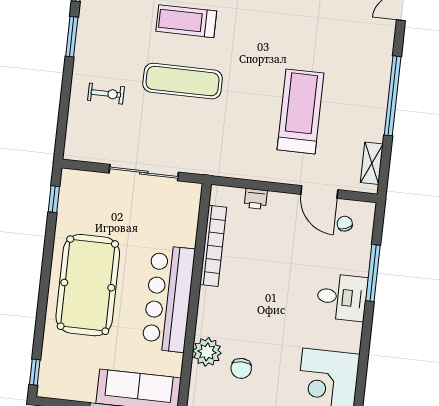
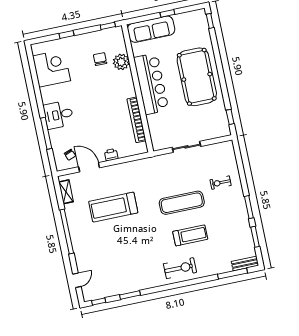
treadmill: (301, 111) -> (113, 207), turned 90
sliding door: (144, 173) -> (186, 147), width x0.73
printer: (256, 199) -> (111, 155), moved

